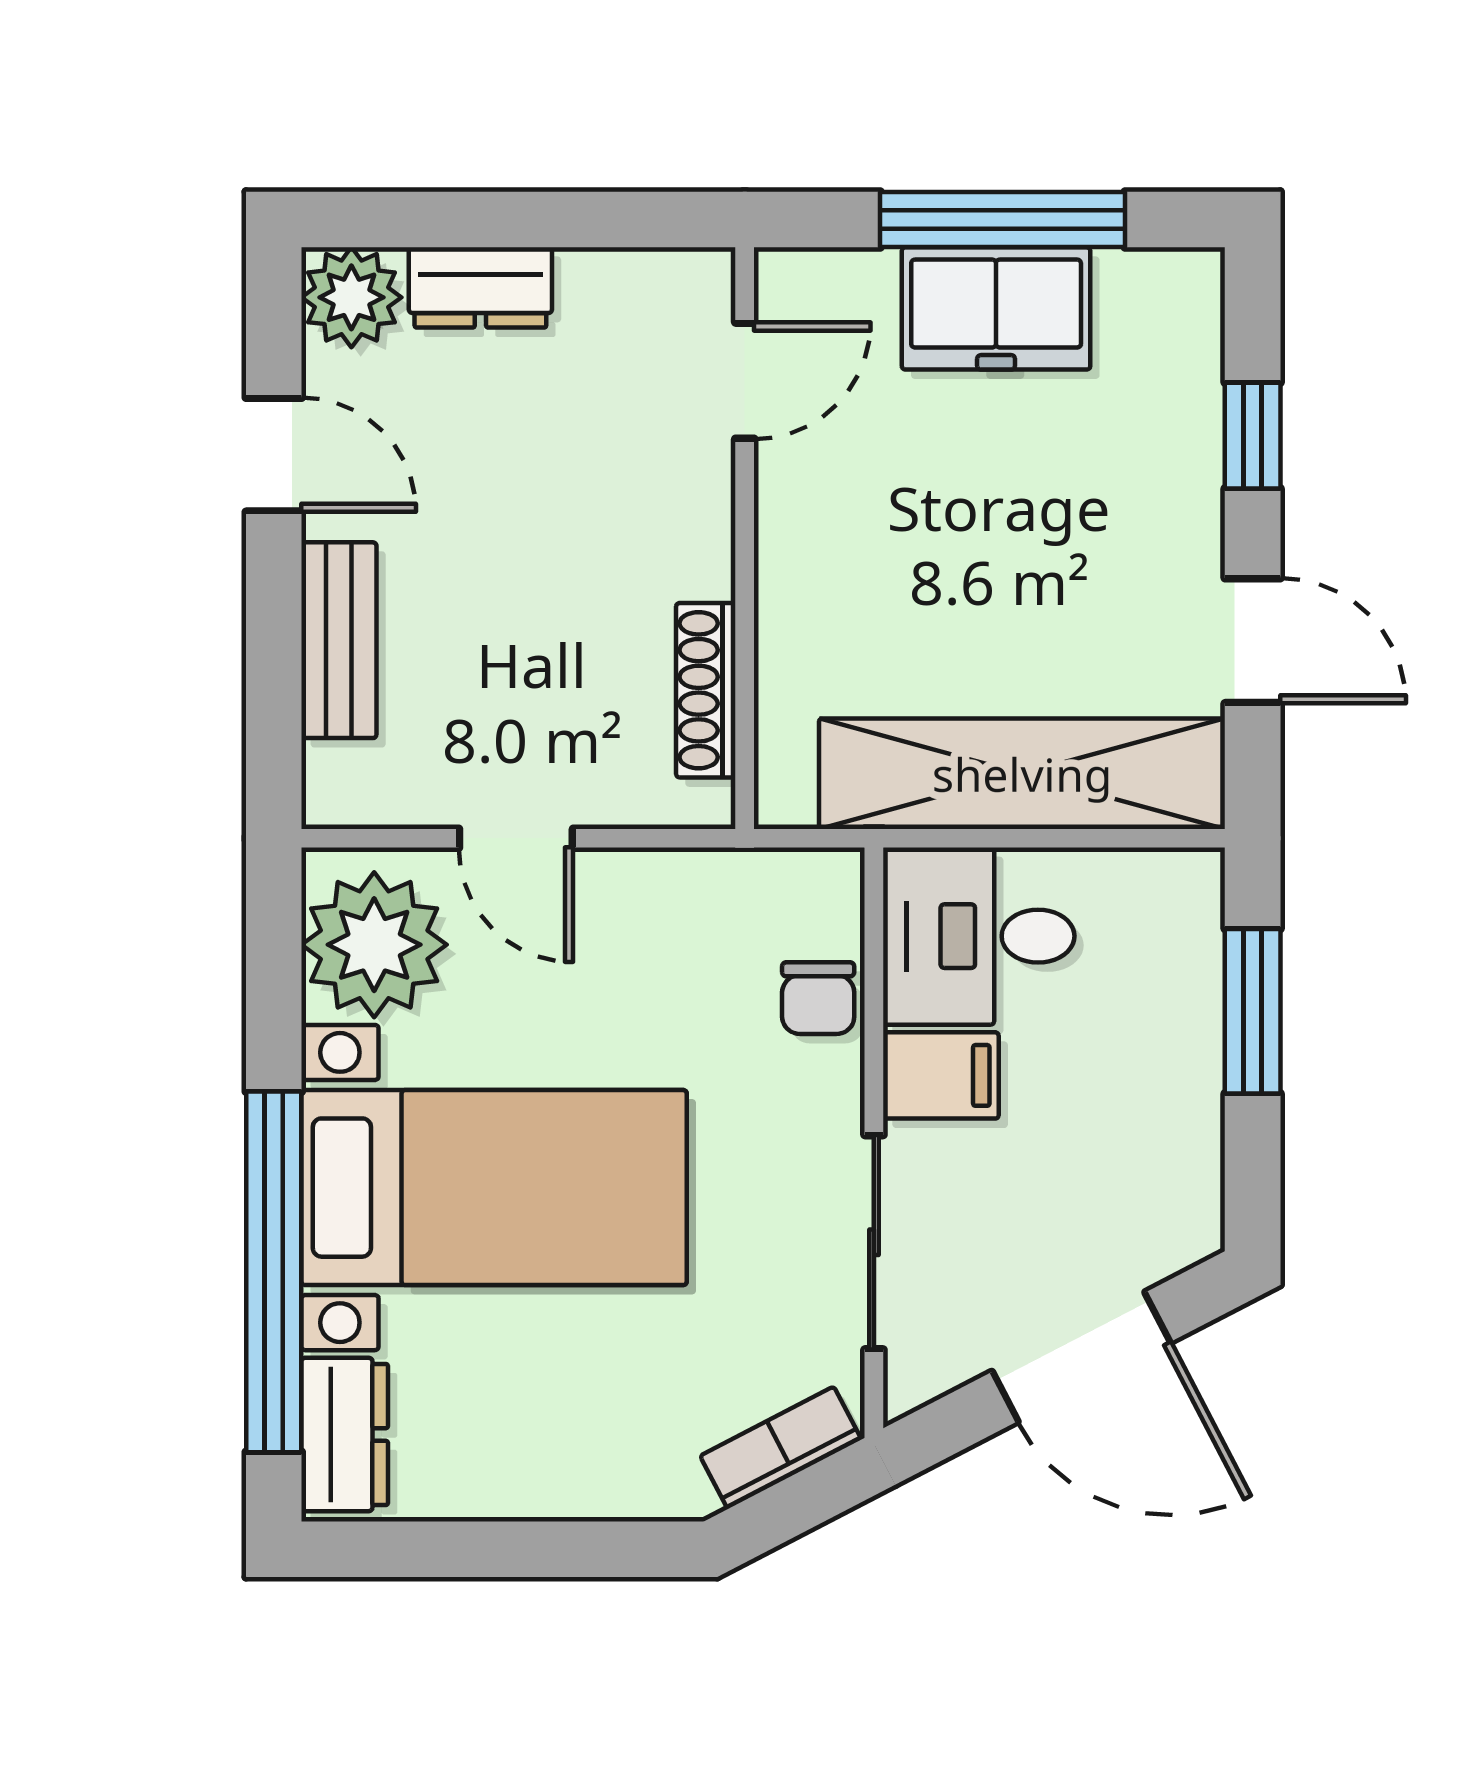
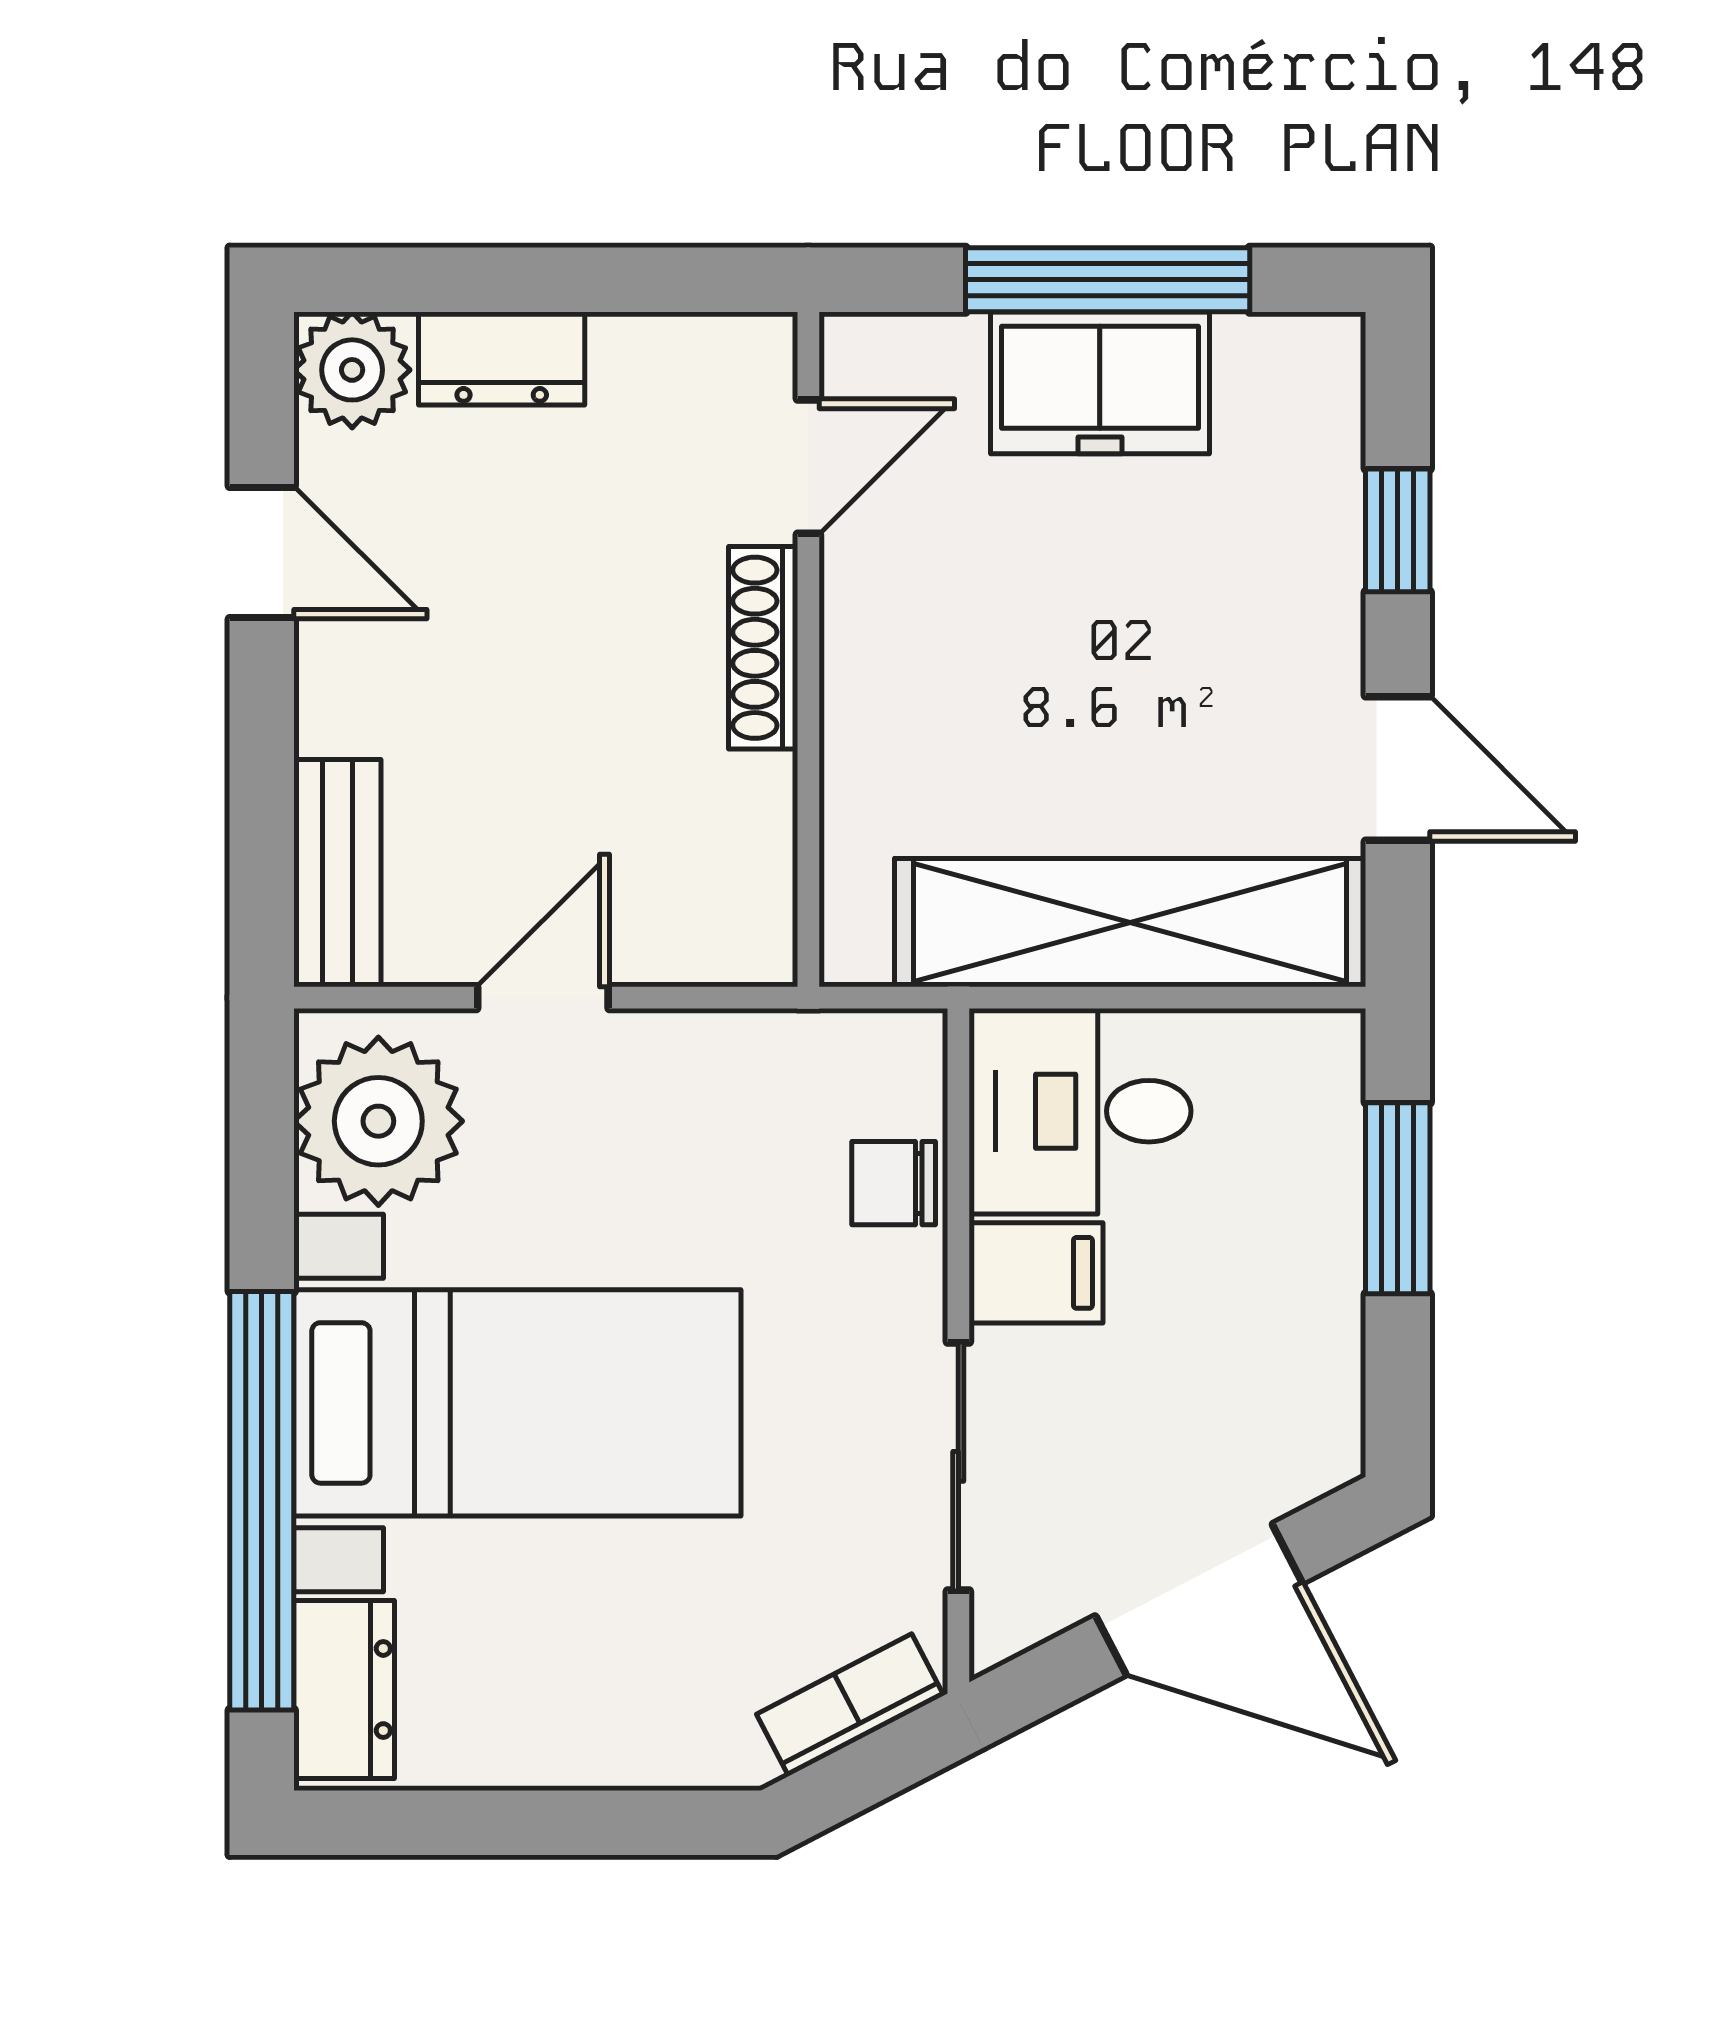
bench: (339, 640) -> (337, 873), moved
shoe rack: (706, 690) -> (763, 648), moved
door: (516, 838) -> (543, 998), swing flipped
chair: (818, 998) -> (894, 1183), turned 90

